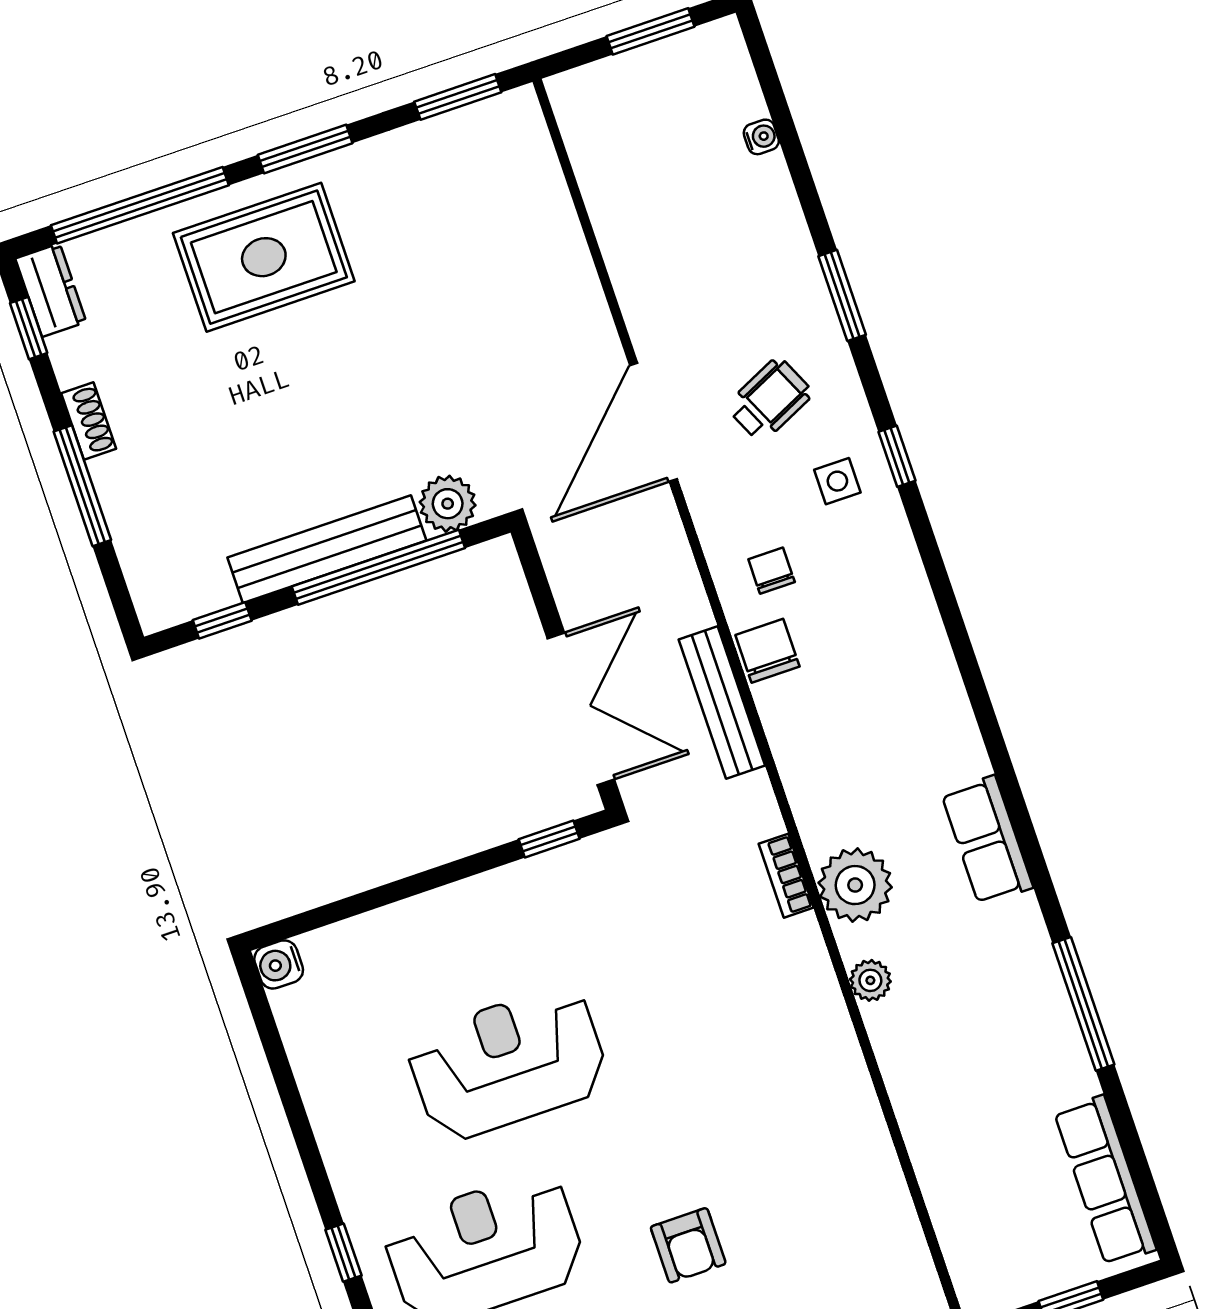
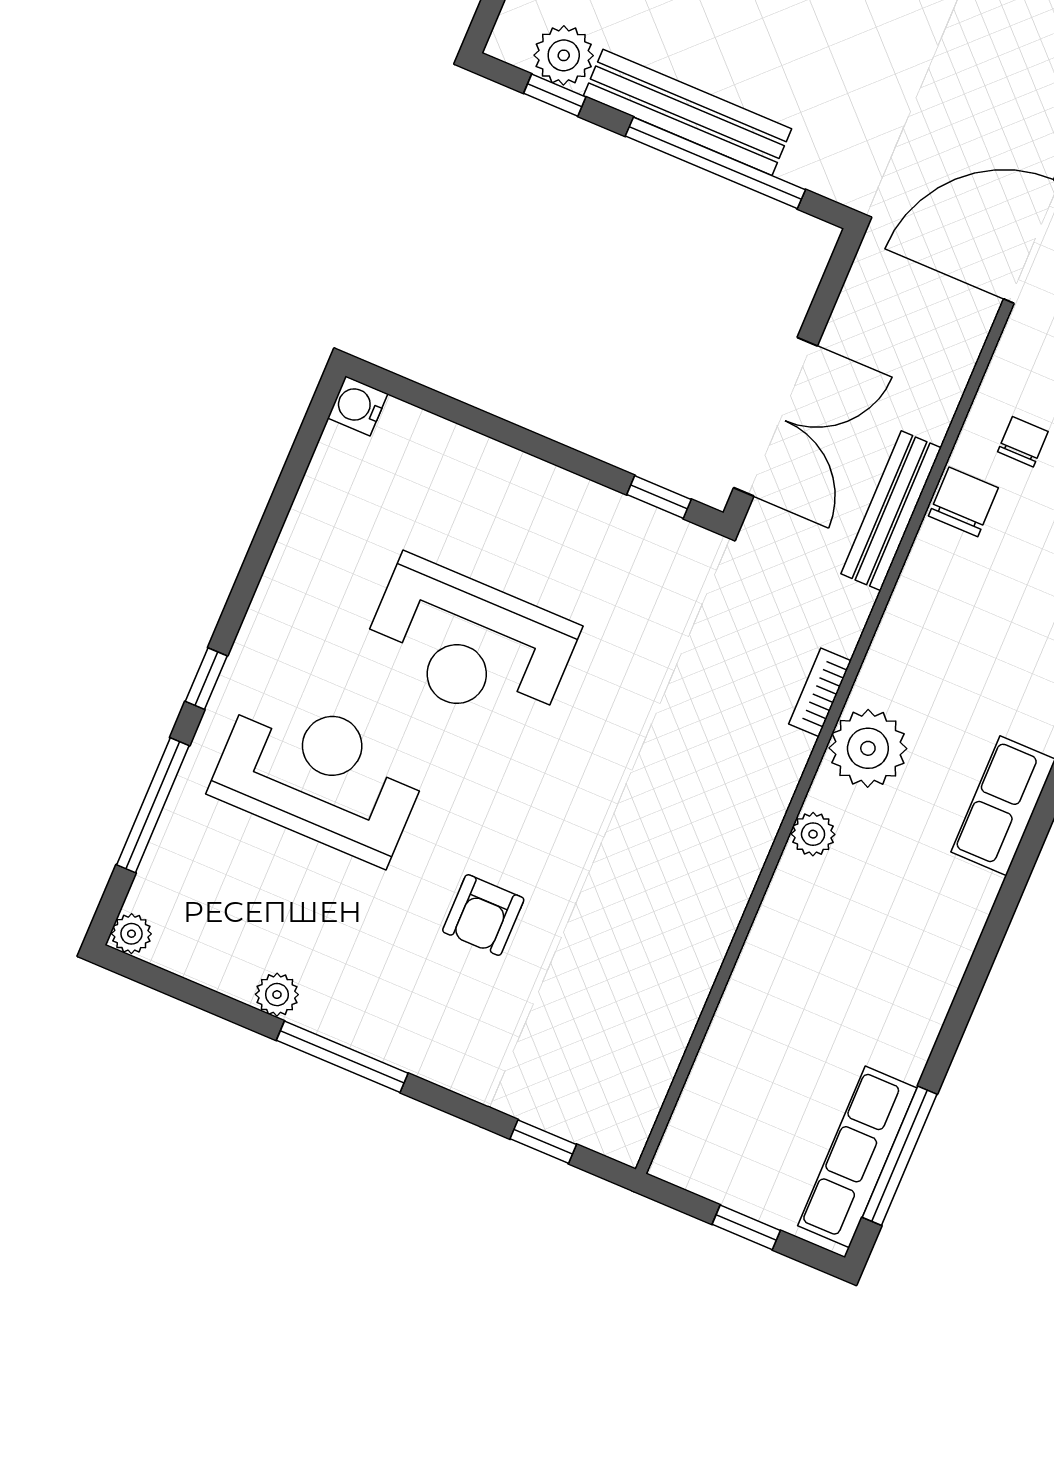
plant: (448, 504) -> (564, 55), moved
window: (1083, 1004) -> (900, 1156), moved
reception desk: (508, 1063) -> (469, 645), turned 180

